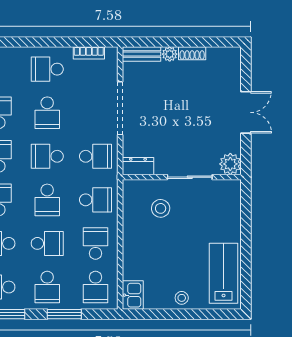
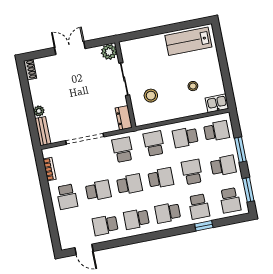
shoe rack: (192, 53) -> (30, 69), moved
school desk: (47, 156) -> (130, 184), turned -90
stool: (182, 298) -> (193, 86), moved

